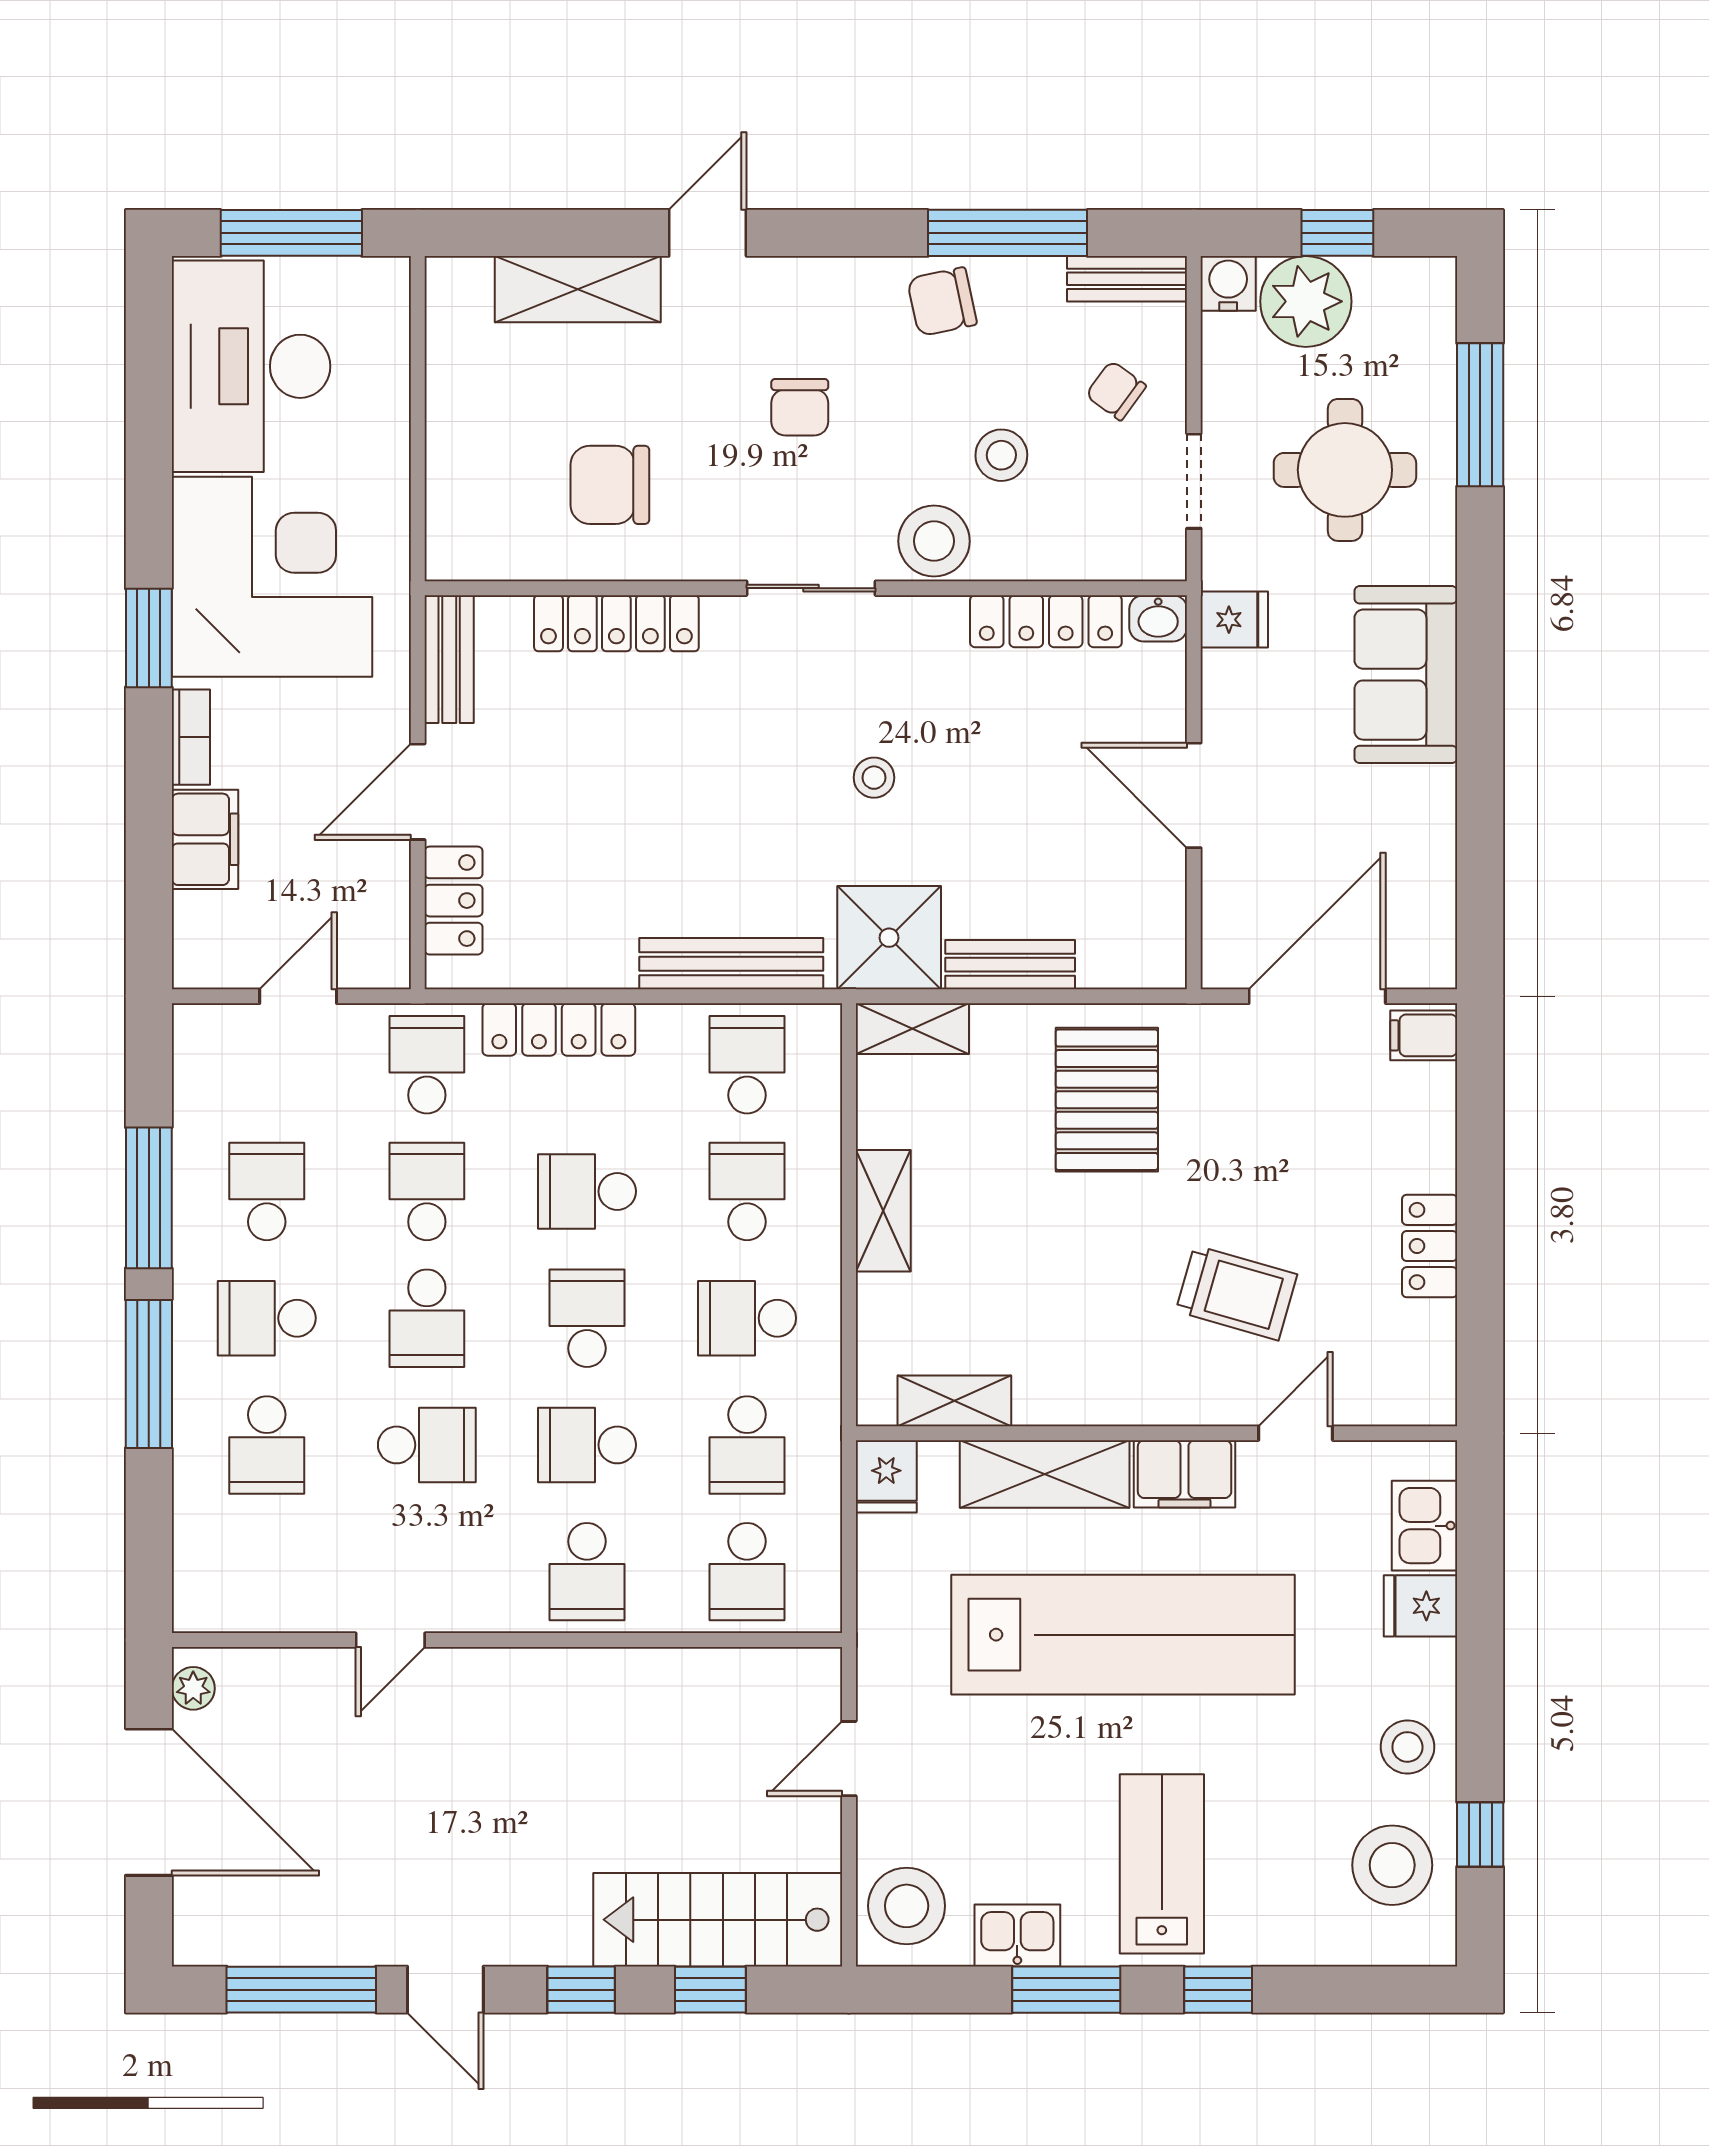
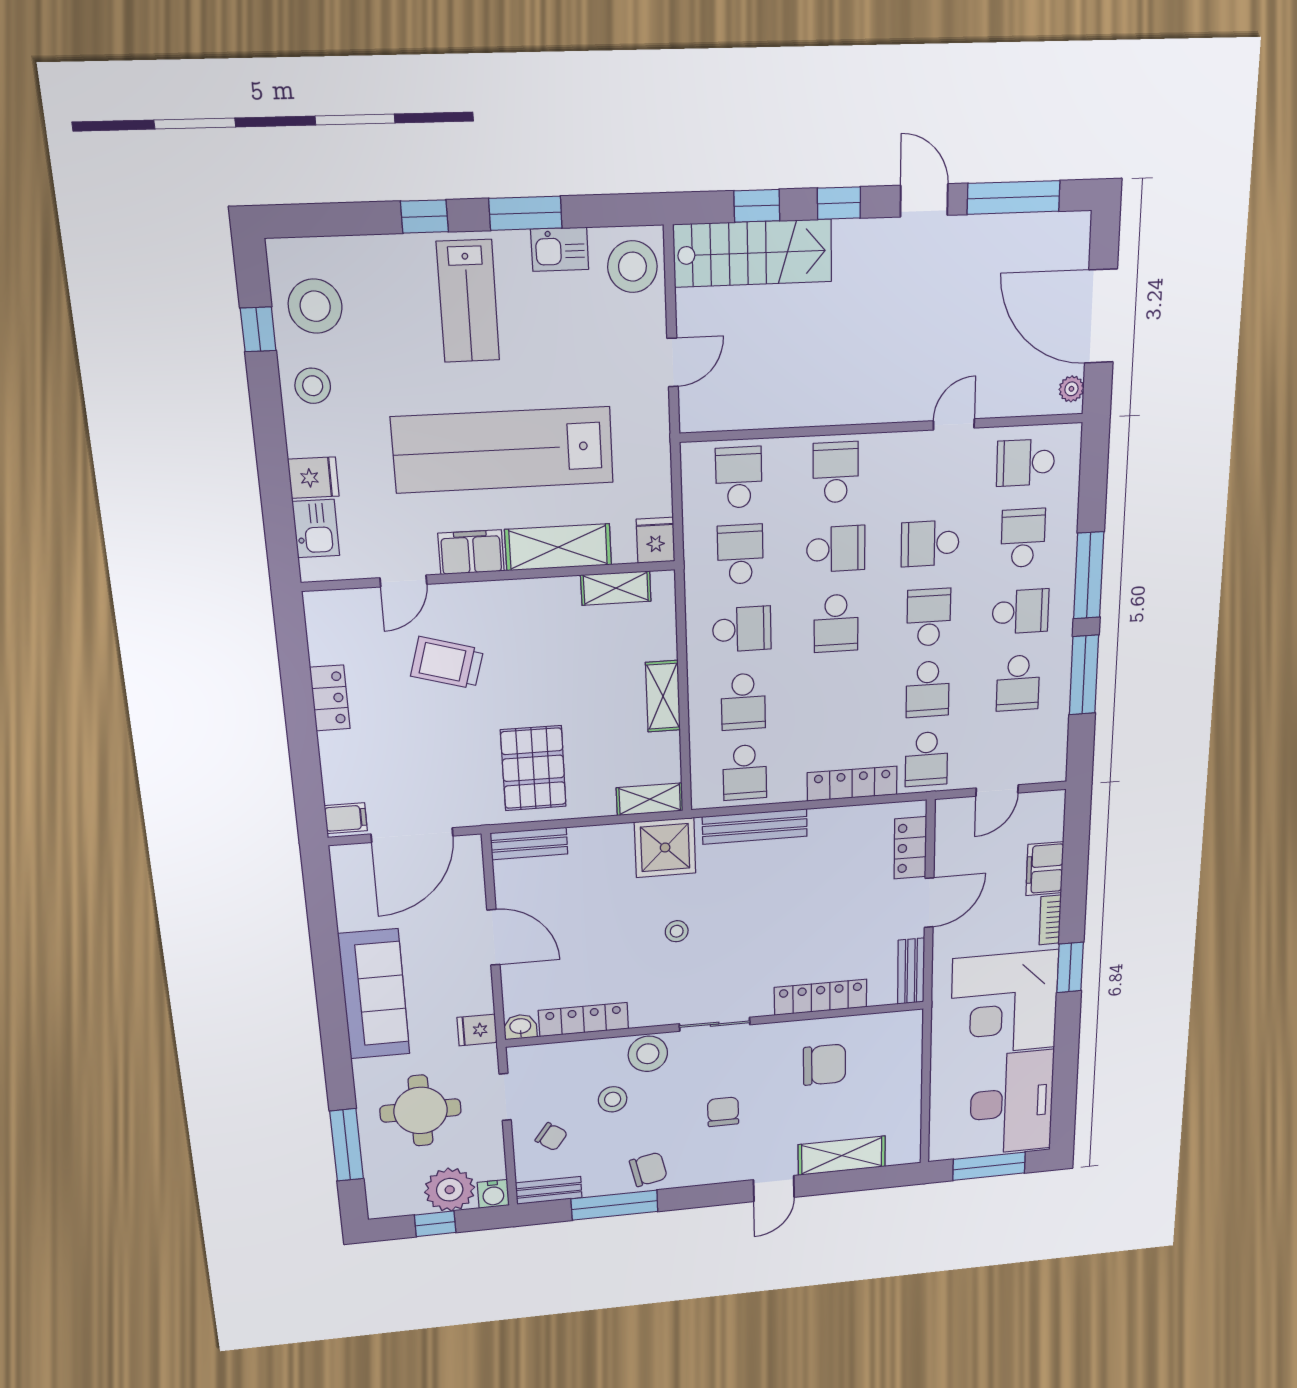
sofa: (1406, 675) -> (374, 994), width x1.36
bench: (1010, 965) -> (529, 844), moved
school desk: (587, 1191) -> (1026, 462), moved, turned 180

